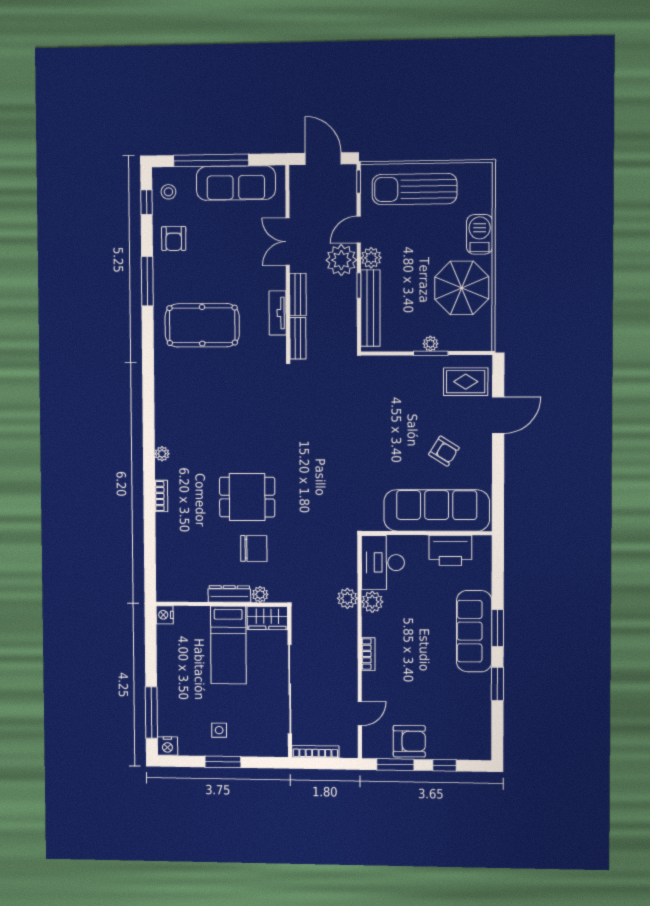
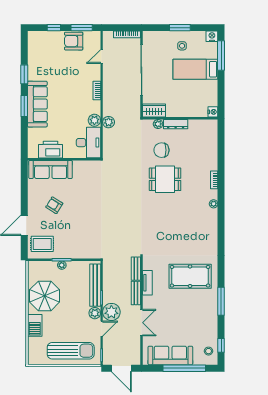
armchair: (174, 239) -> (206, 325), removed
sofa: (437, 510) -> (51, 169), width x0.74, depth x0.79
bed: (228, 645) -> (195, 69), moved, turned -90

